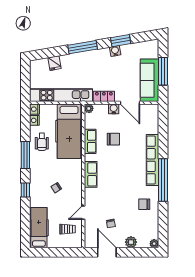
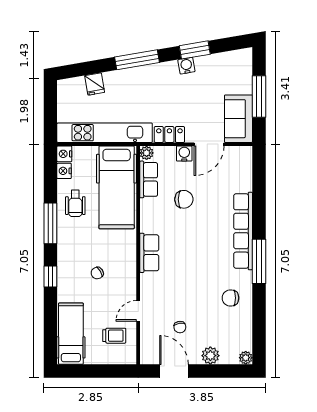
sofa: (149, 80) -> (238, 119), width x0.73
door: (130, 103) -> (209, 144), hinge flipped
row of seats: (90, 141) -> (149, 179), moved
window: (163, 180) -> (259, 261), width x0.68

